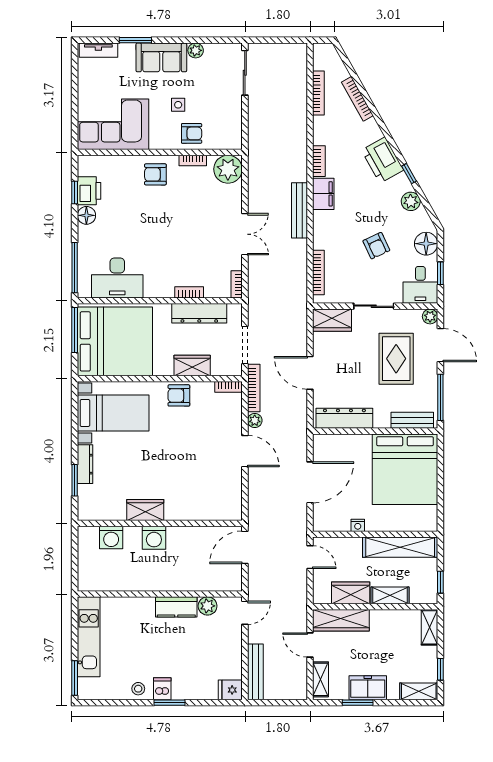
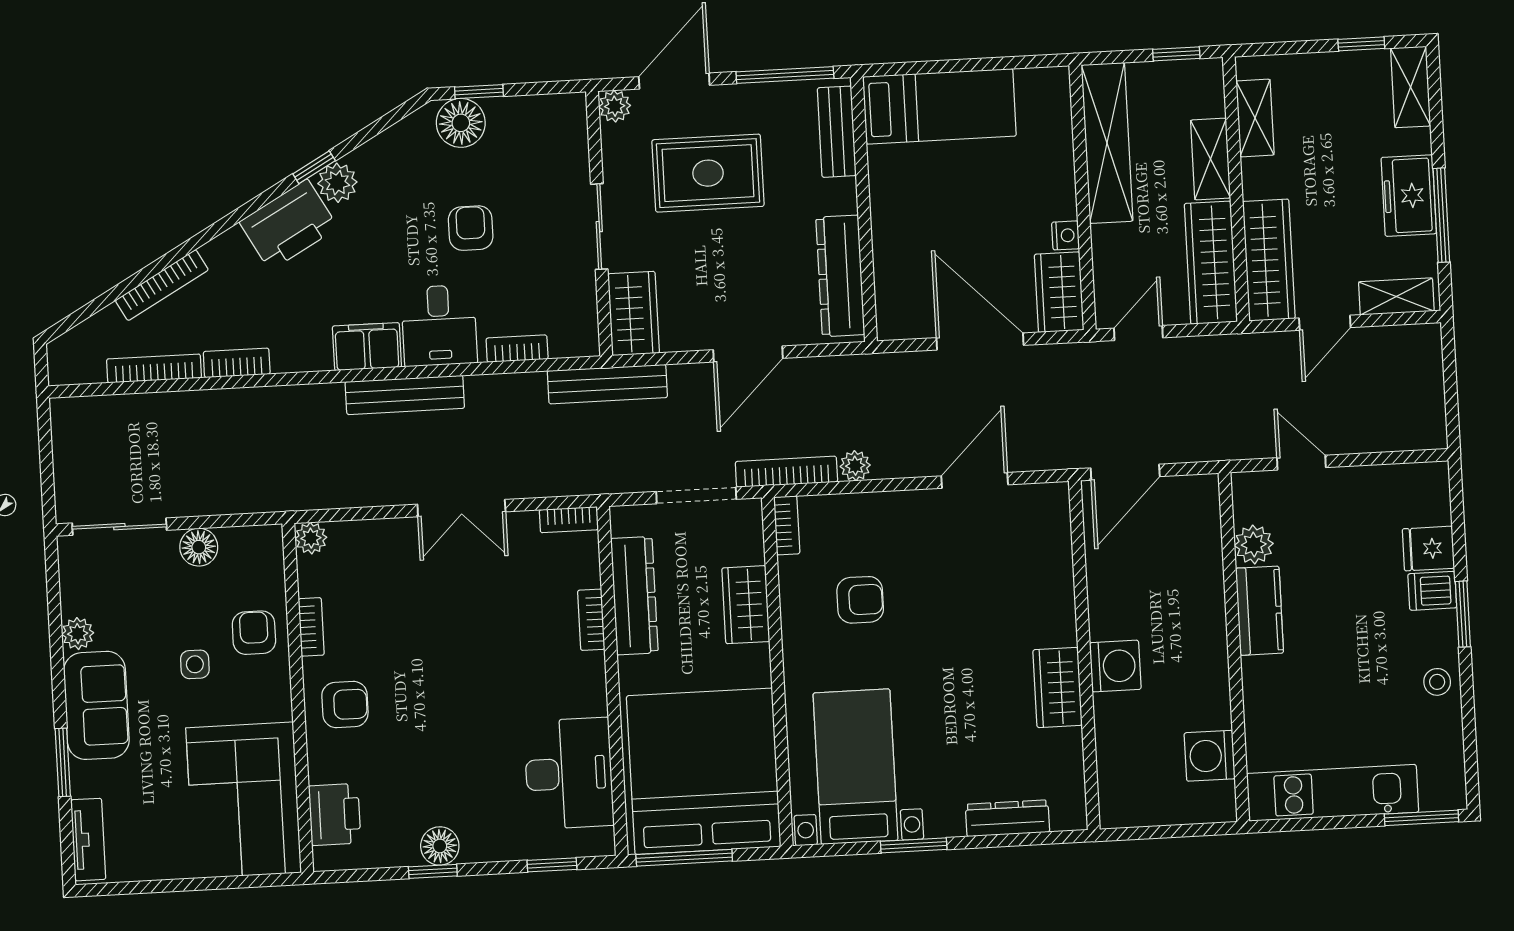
floor lamp: (233, 110) -> (199, 547), added
bookcase: (319, 161) -> (237, 363), moved
plant: (228, 169) -> (311, 538), width x0.53, depth x0.53
armchair: (155, 174) -> (345, 705), turned -90
printer: (89, 191) -> (335, 814), moved, turned 90
window: (75, 193) -> (433, 871), moved
plant: (411, 201) -> (337, 183), moved
double door: (245, 234) -> (461, 508), swing flipped
armchair: (376, 246) -> (471, 228), turned -65
window: (75, 268) -> (552, 865), width x0.46
bookcase: (318, 272) -> (517, 349), width x0.64
window: (440, 273) -> (479, 92), moved
desk: (420, 285) -> (439, 326), moved, turned 90
armchair: (179, 395) -> (860, 600), moved, turned -90
door: (245, 451) -> (975, 480), moved
dresser: (85, 464) -> (1007, 818), moved
bed: (405, 469) -> (939, 106), width x0.49
window: (75, 480) -> (914, 845), moved
wardrobe: (331, 521) -> (1059, 292), added
washing machine: (111, 538) -> (1210, 756), moved, turned 180
door: (245, 547) -> (1125, 472), hinge flipped
wardrobe: (351, 593) -> (1211, 263), width x1.50
door: (245, 613) -> (1301, 463), moved
shelving: (430, 627) -> (1255, 118), moved, turned 90
bench: (255, 672) -> (607, 384), moved
dishwasher: (162, 689) -> (1432, 591), moved
fridge: (230, 690) -> (1428, 549), moved, turned 90
window: (358, 703) -> (1441, 215), width x1.44

